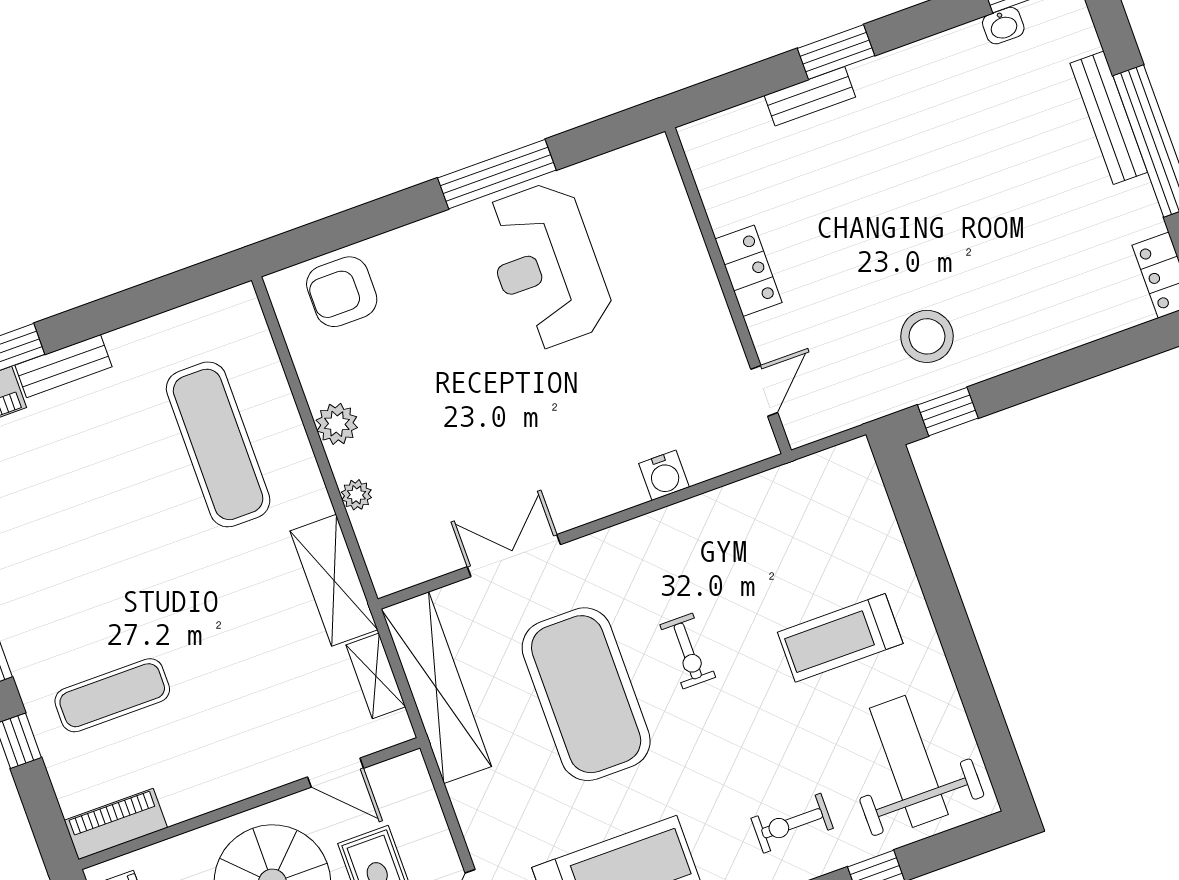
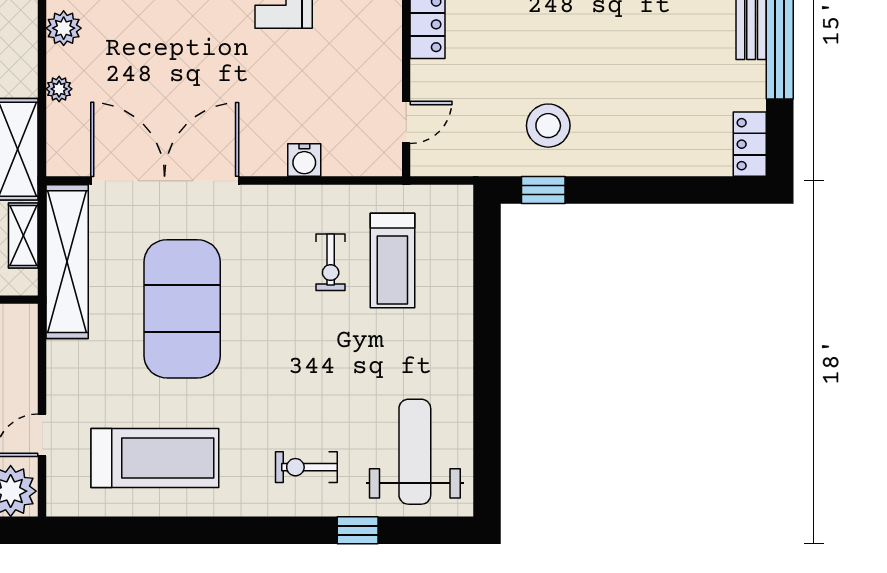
double door: (514, 556) -> (165, 181), width x1.87
treadmill: (840, 638) -> (392, 260), moved, turned -90
exercise bike: (688, 651) -> (331, 262), moved

